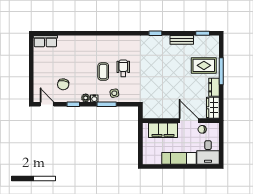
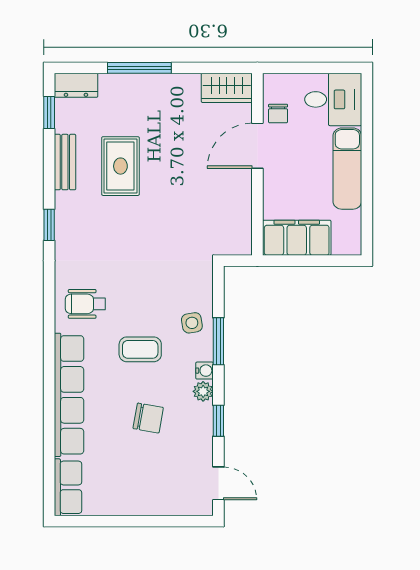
row of seats: (84, 42) -> (69, 395), added
rug: (204, 65) -> (120, 166), moved
wheelchair: (123, 68) -> (85, 304), moved
chair: (63, 84) -> (148, 418), moved
dresser: (214, 87) -> (76, 85), moved
door: (47, 104) -> (218, 483), swing flipped
filing cabinet: (163, 130) -> (297, 238), moved, turned -90

